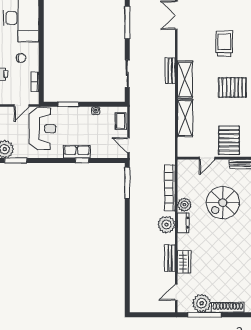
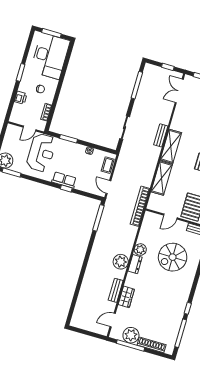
bookcase: (170, 188) -> (140, 206), moved

